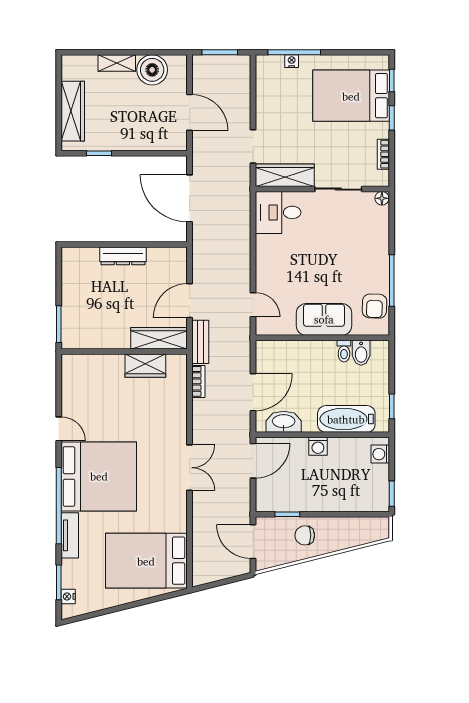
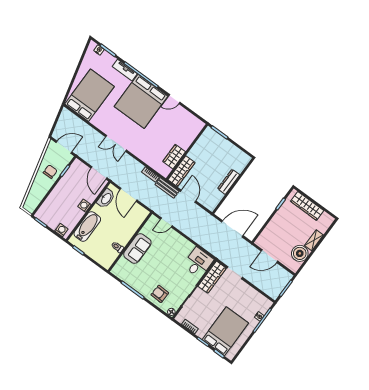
armchair: (374, 306) -> (160, 294), moved
bidet: (361, 353) -> (111, 254), removed

